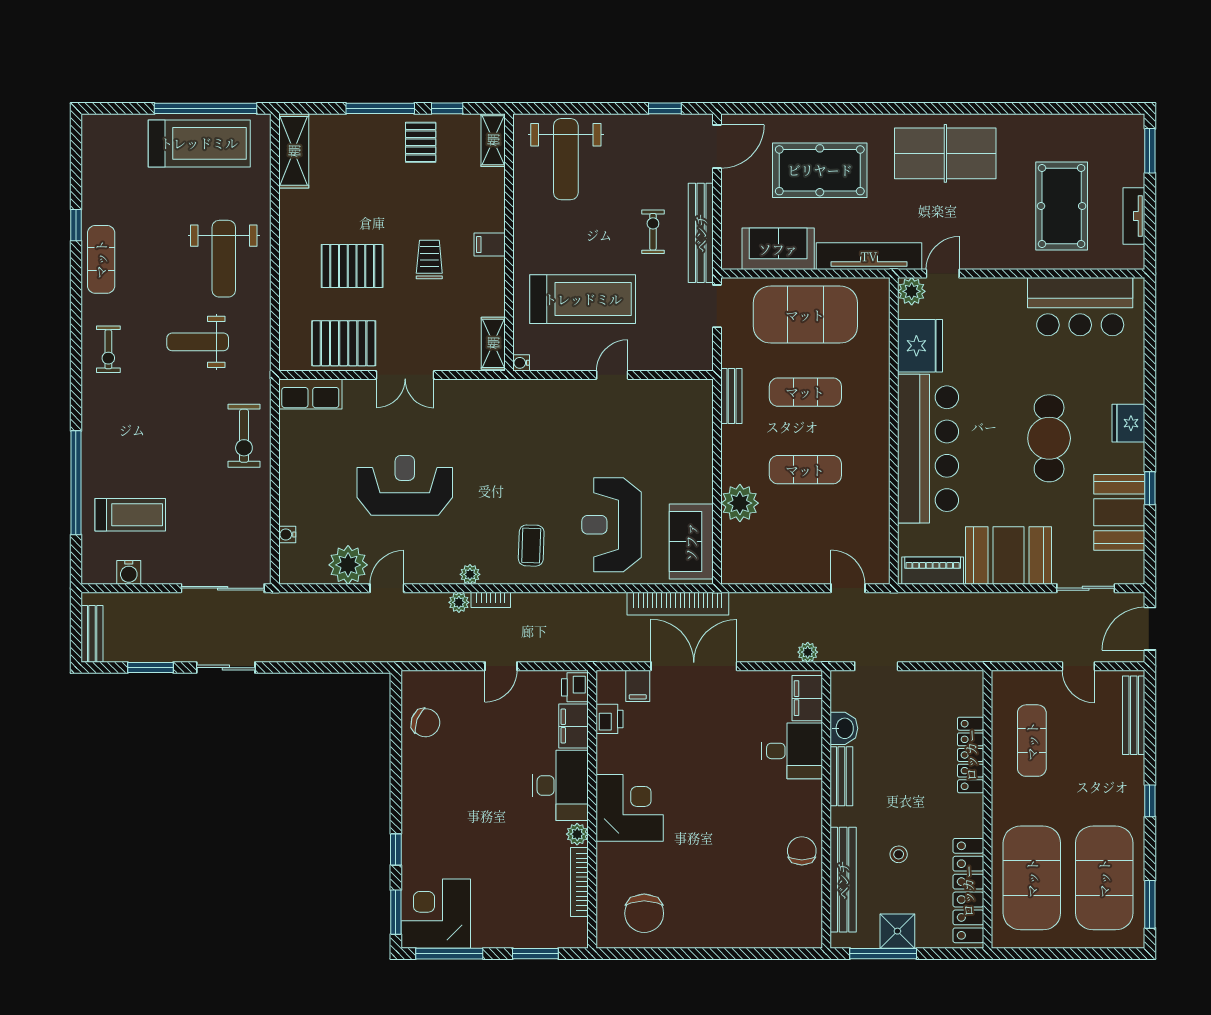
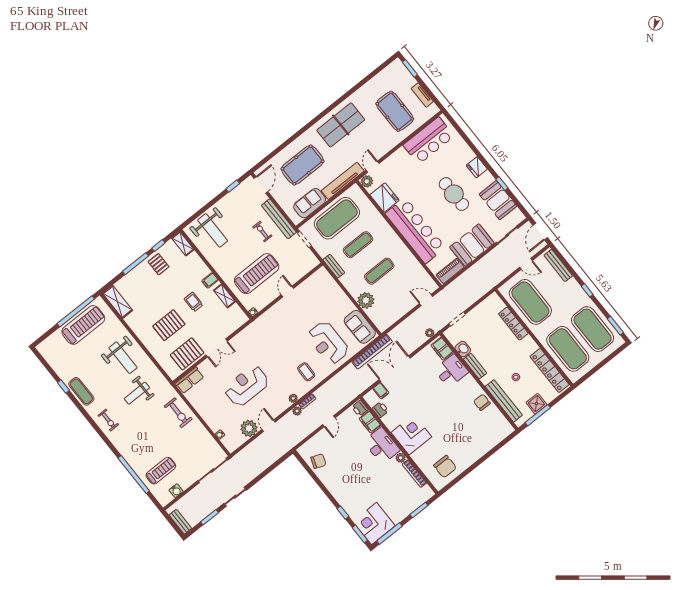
shelving: (493, 343) -> (224, 296), moved
exercise mat: (1032, 741) -> (530, 302), width x2.00, depth x1.45

